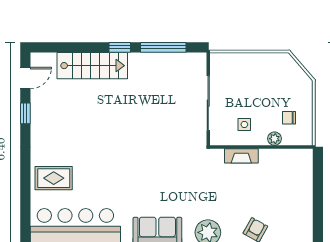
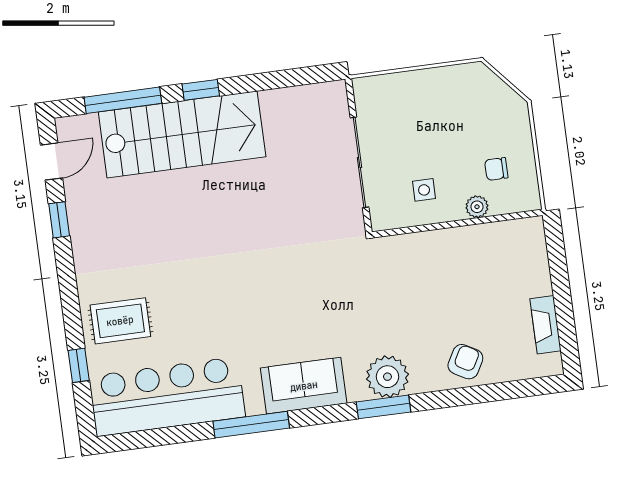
window: (163, 47) -> (123, 100), moved
stairs: (92, 66) -> (182, 134), width x1.36, depth x1.51
fireplace: (241, 156) -> (545, 325), moved, turned 90
window: (25, 201) -> (79, 365), added

